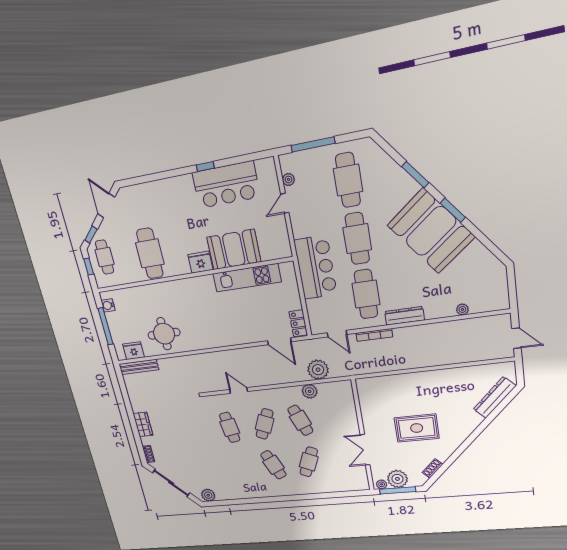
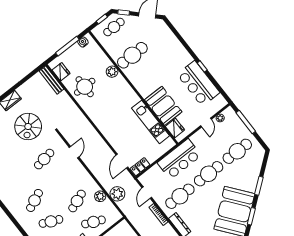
door: (285, 203) -> (206, 123), swing flipped
fridge: (200, 262) -> (175, 128), moved
plant: (160, 290) -> (112, 72), added
spiral stairs: (182, 423) -> (28, 126), added
cafe table: (265, 424) -> (93, 222), moved

